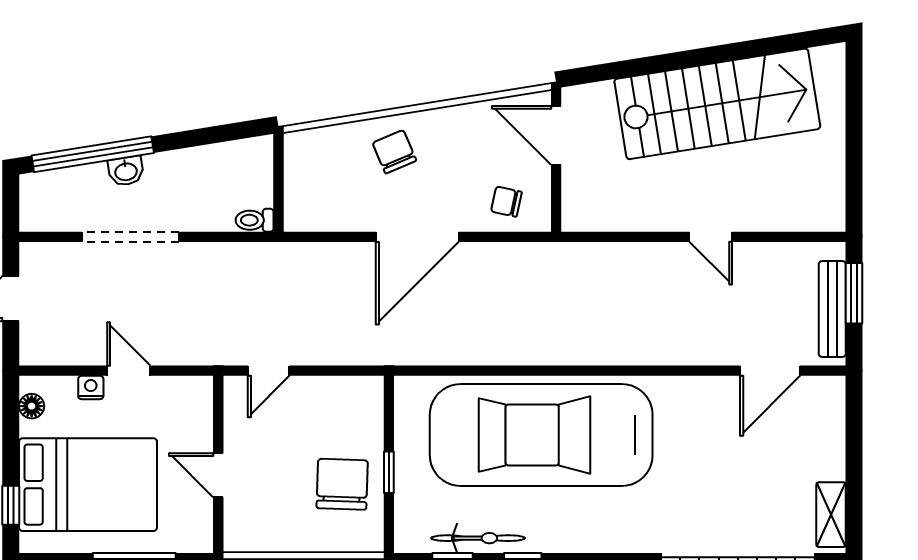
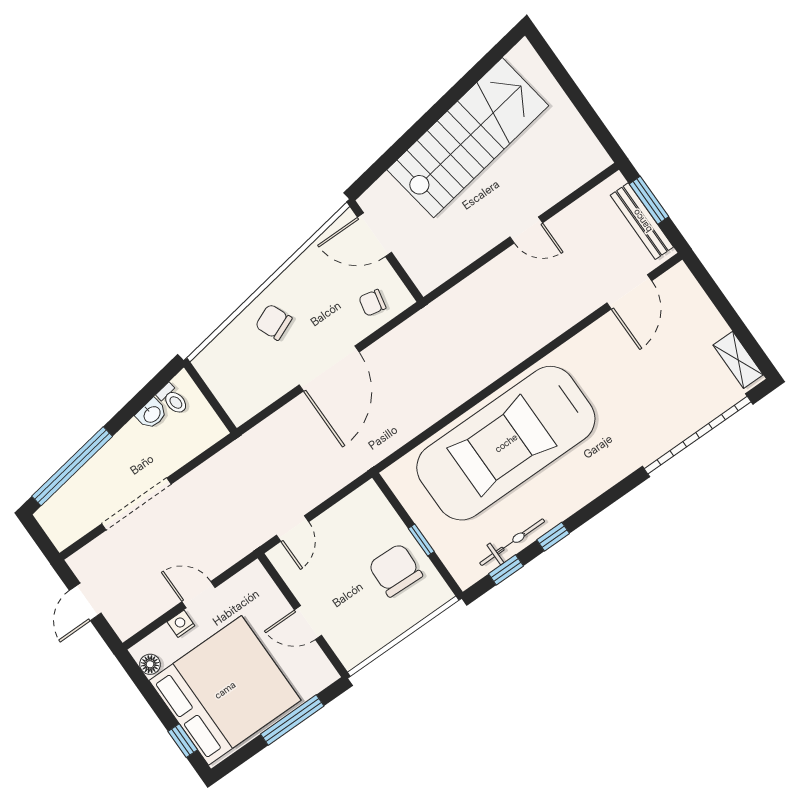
washbasin: (126, 171) -> (152, 414), moved
toilet: (255, 220) -> (173, 399), moved, turned -99
bed: (88, 485) -> (225, 690), width x1.36

